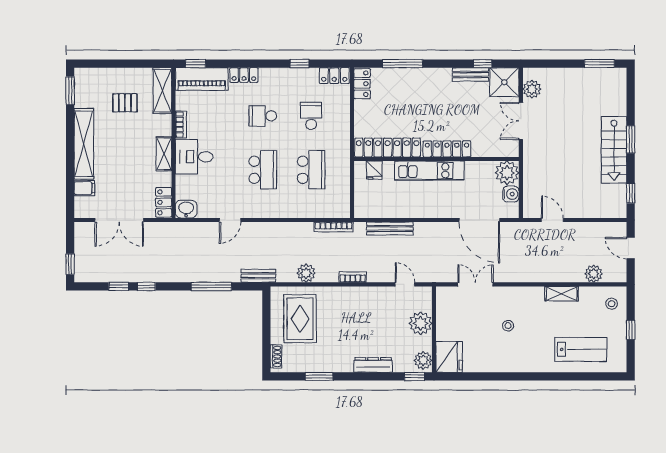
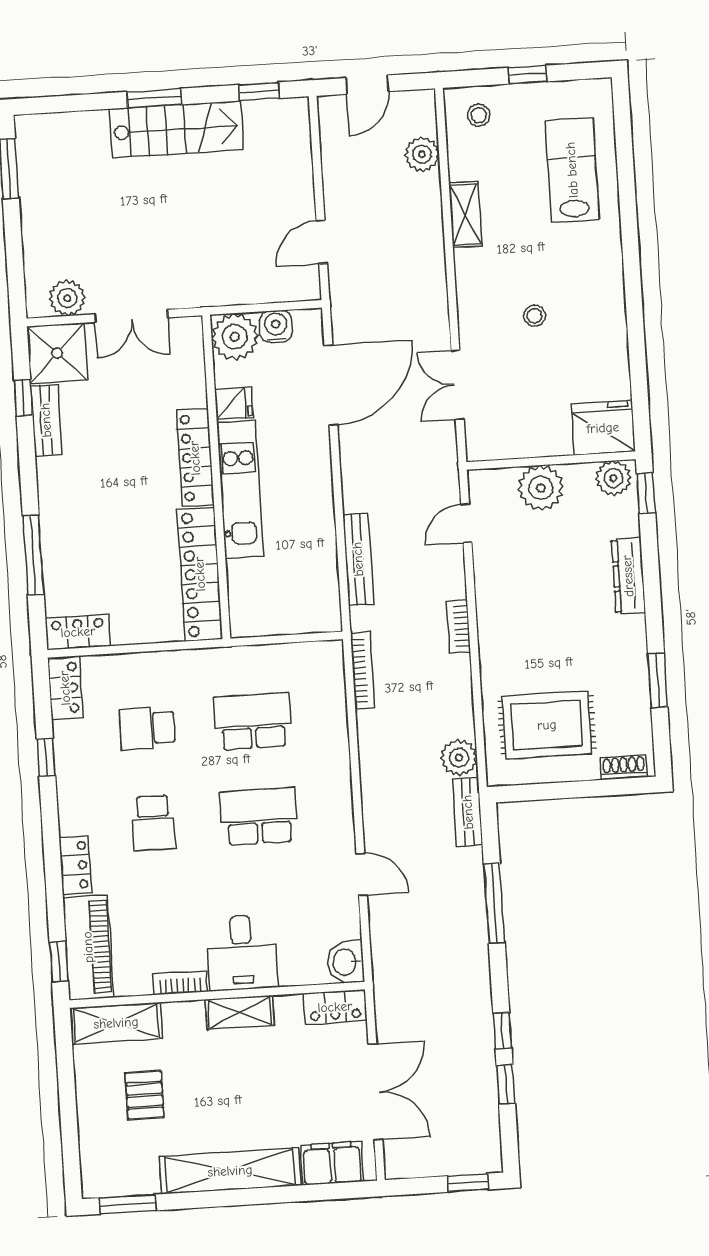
fridge: (374, 170) -> (234, 404), moved
filing cabinet: (84, 188) -> (332, 1163), width x2.00
plant: (306, 273) -> (459, 757), moved

